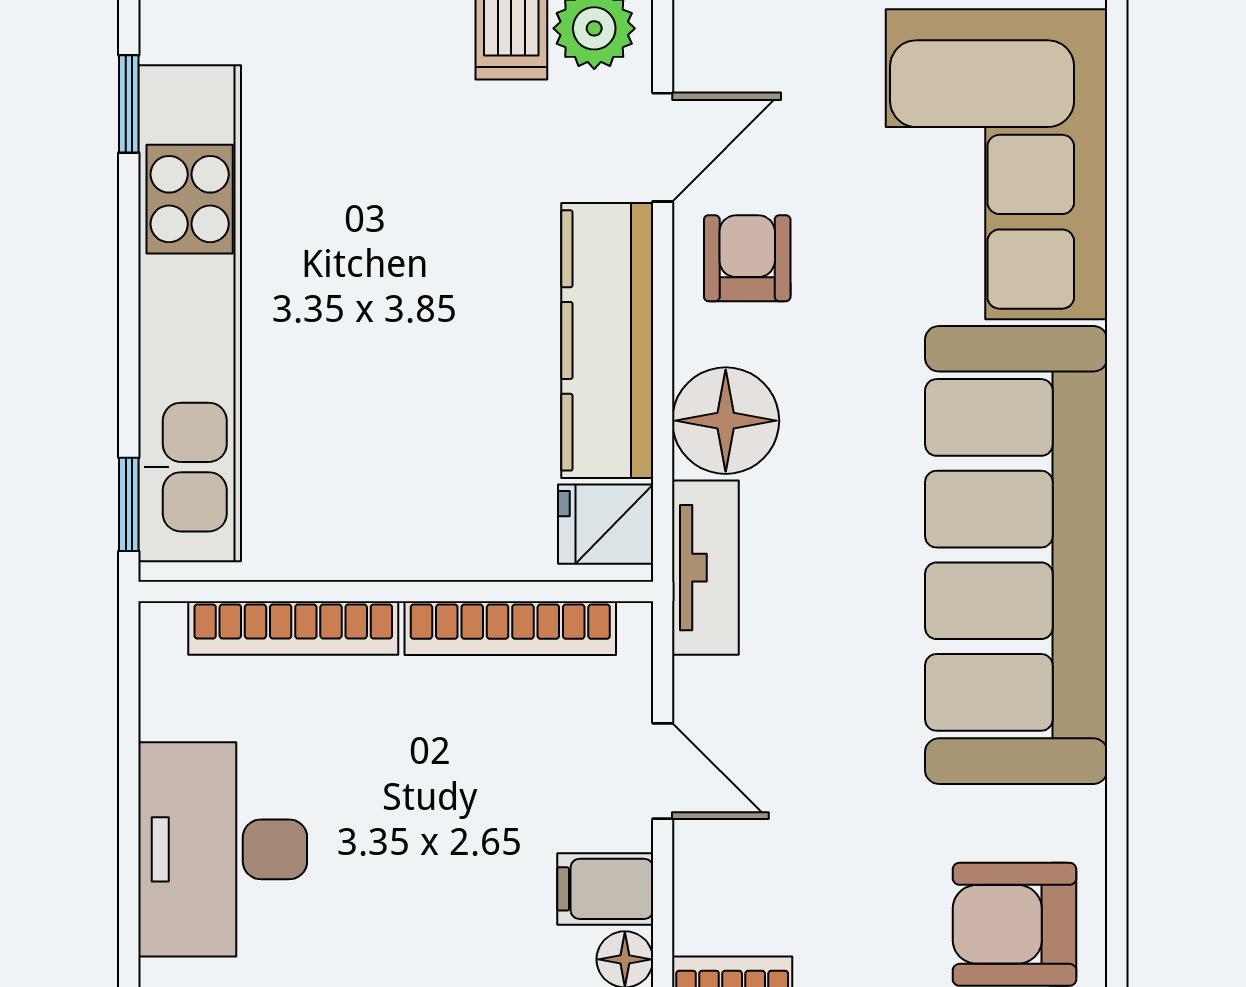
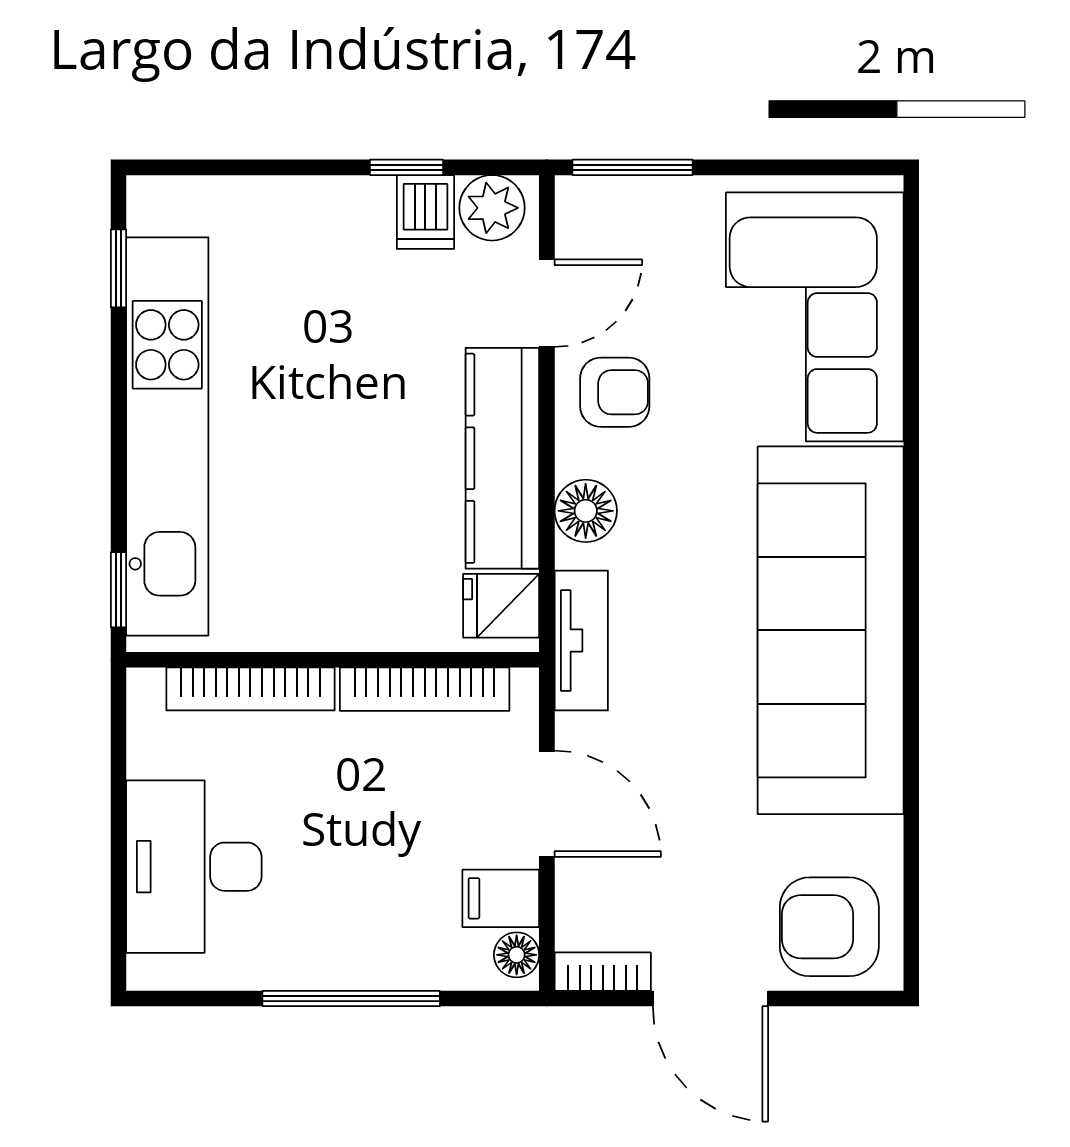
armchair: (747, 258) -> (615, 392), turned 90
floor lamp: (726, 421) -> (586, 511), width x0.73, depth x0.73
door: (663, 771) -> (547, 804), width x1.38

